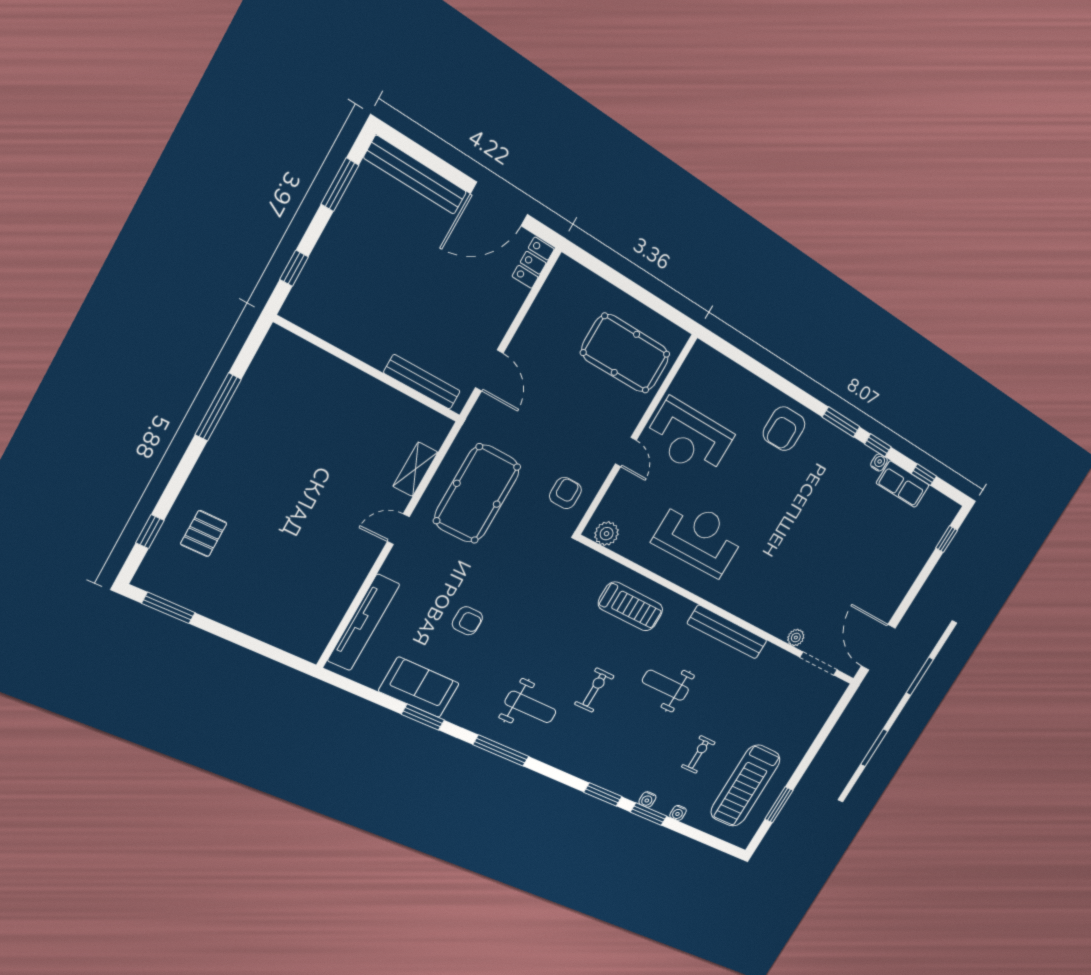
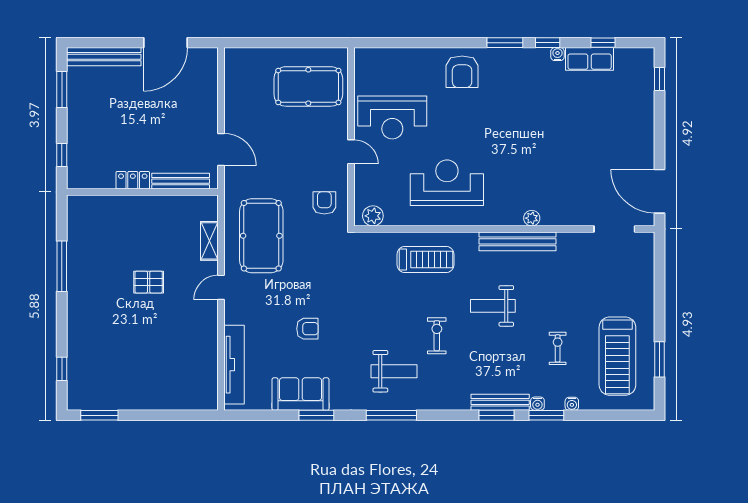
locker: (533, 263) -> (133, 180), moved, turned 90
pallet: (204, 534) -> (149, 282), moved, turned 90
plant: (796, 638) -> (532, 218), moved
bench: (614, 783) -> (500, 402), added

